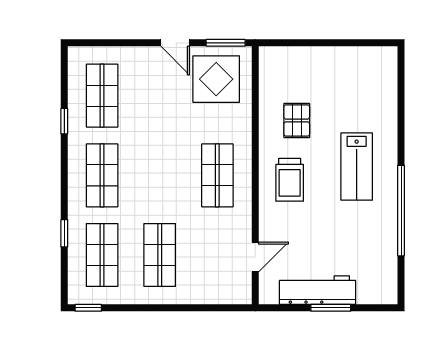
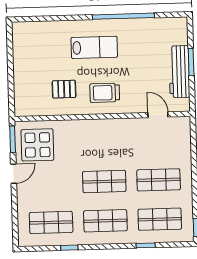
shop shelf: (217, 175) -> (104, 181), moved
trolley: (290, 180) -> (105, 93), turned 180

